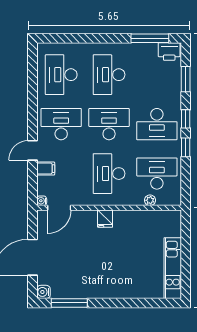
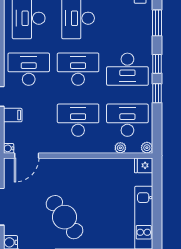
desk: (109, 174) -> (78, 120), turned 90
plant: (176, 200) -> (147, 148), added
fridge: (105, 219) -> (144, 165), moved, turned 90
cafe table: (96, 267) -> (64, 217), added

